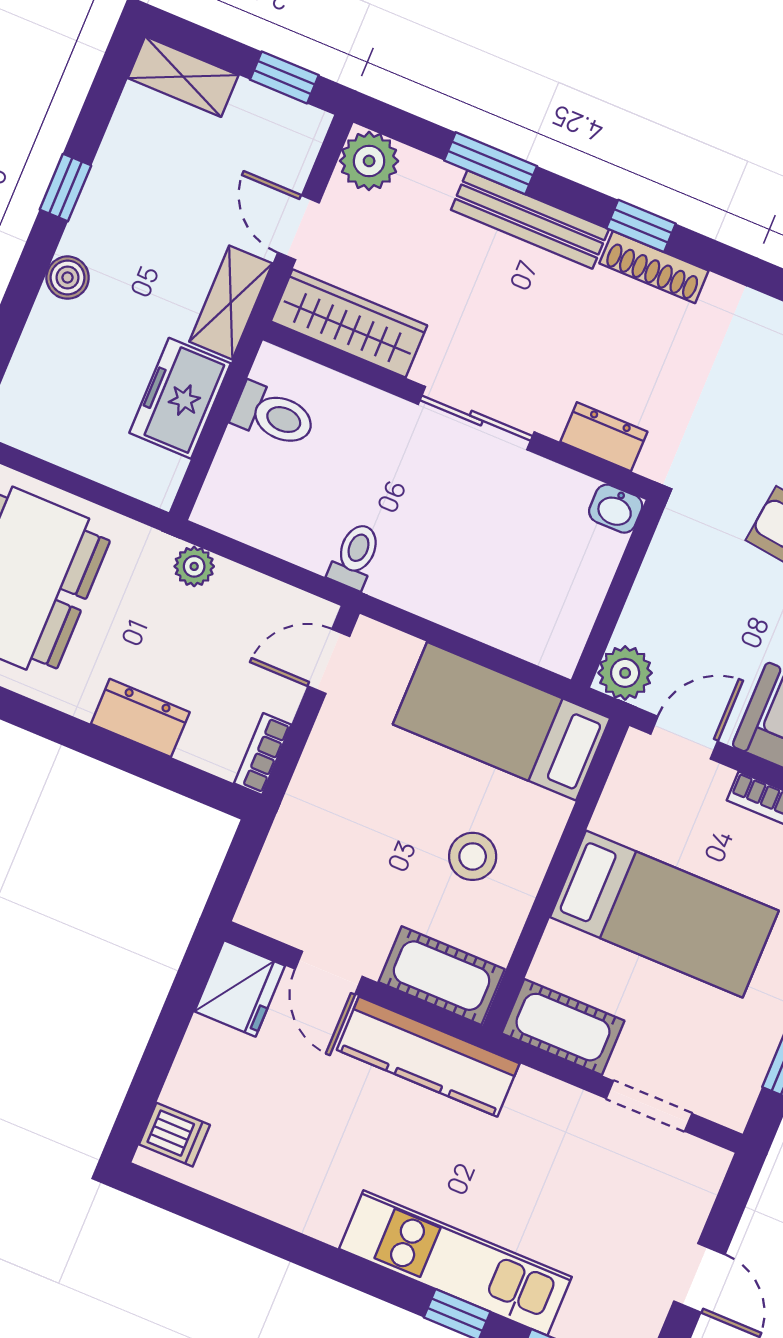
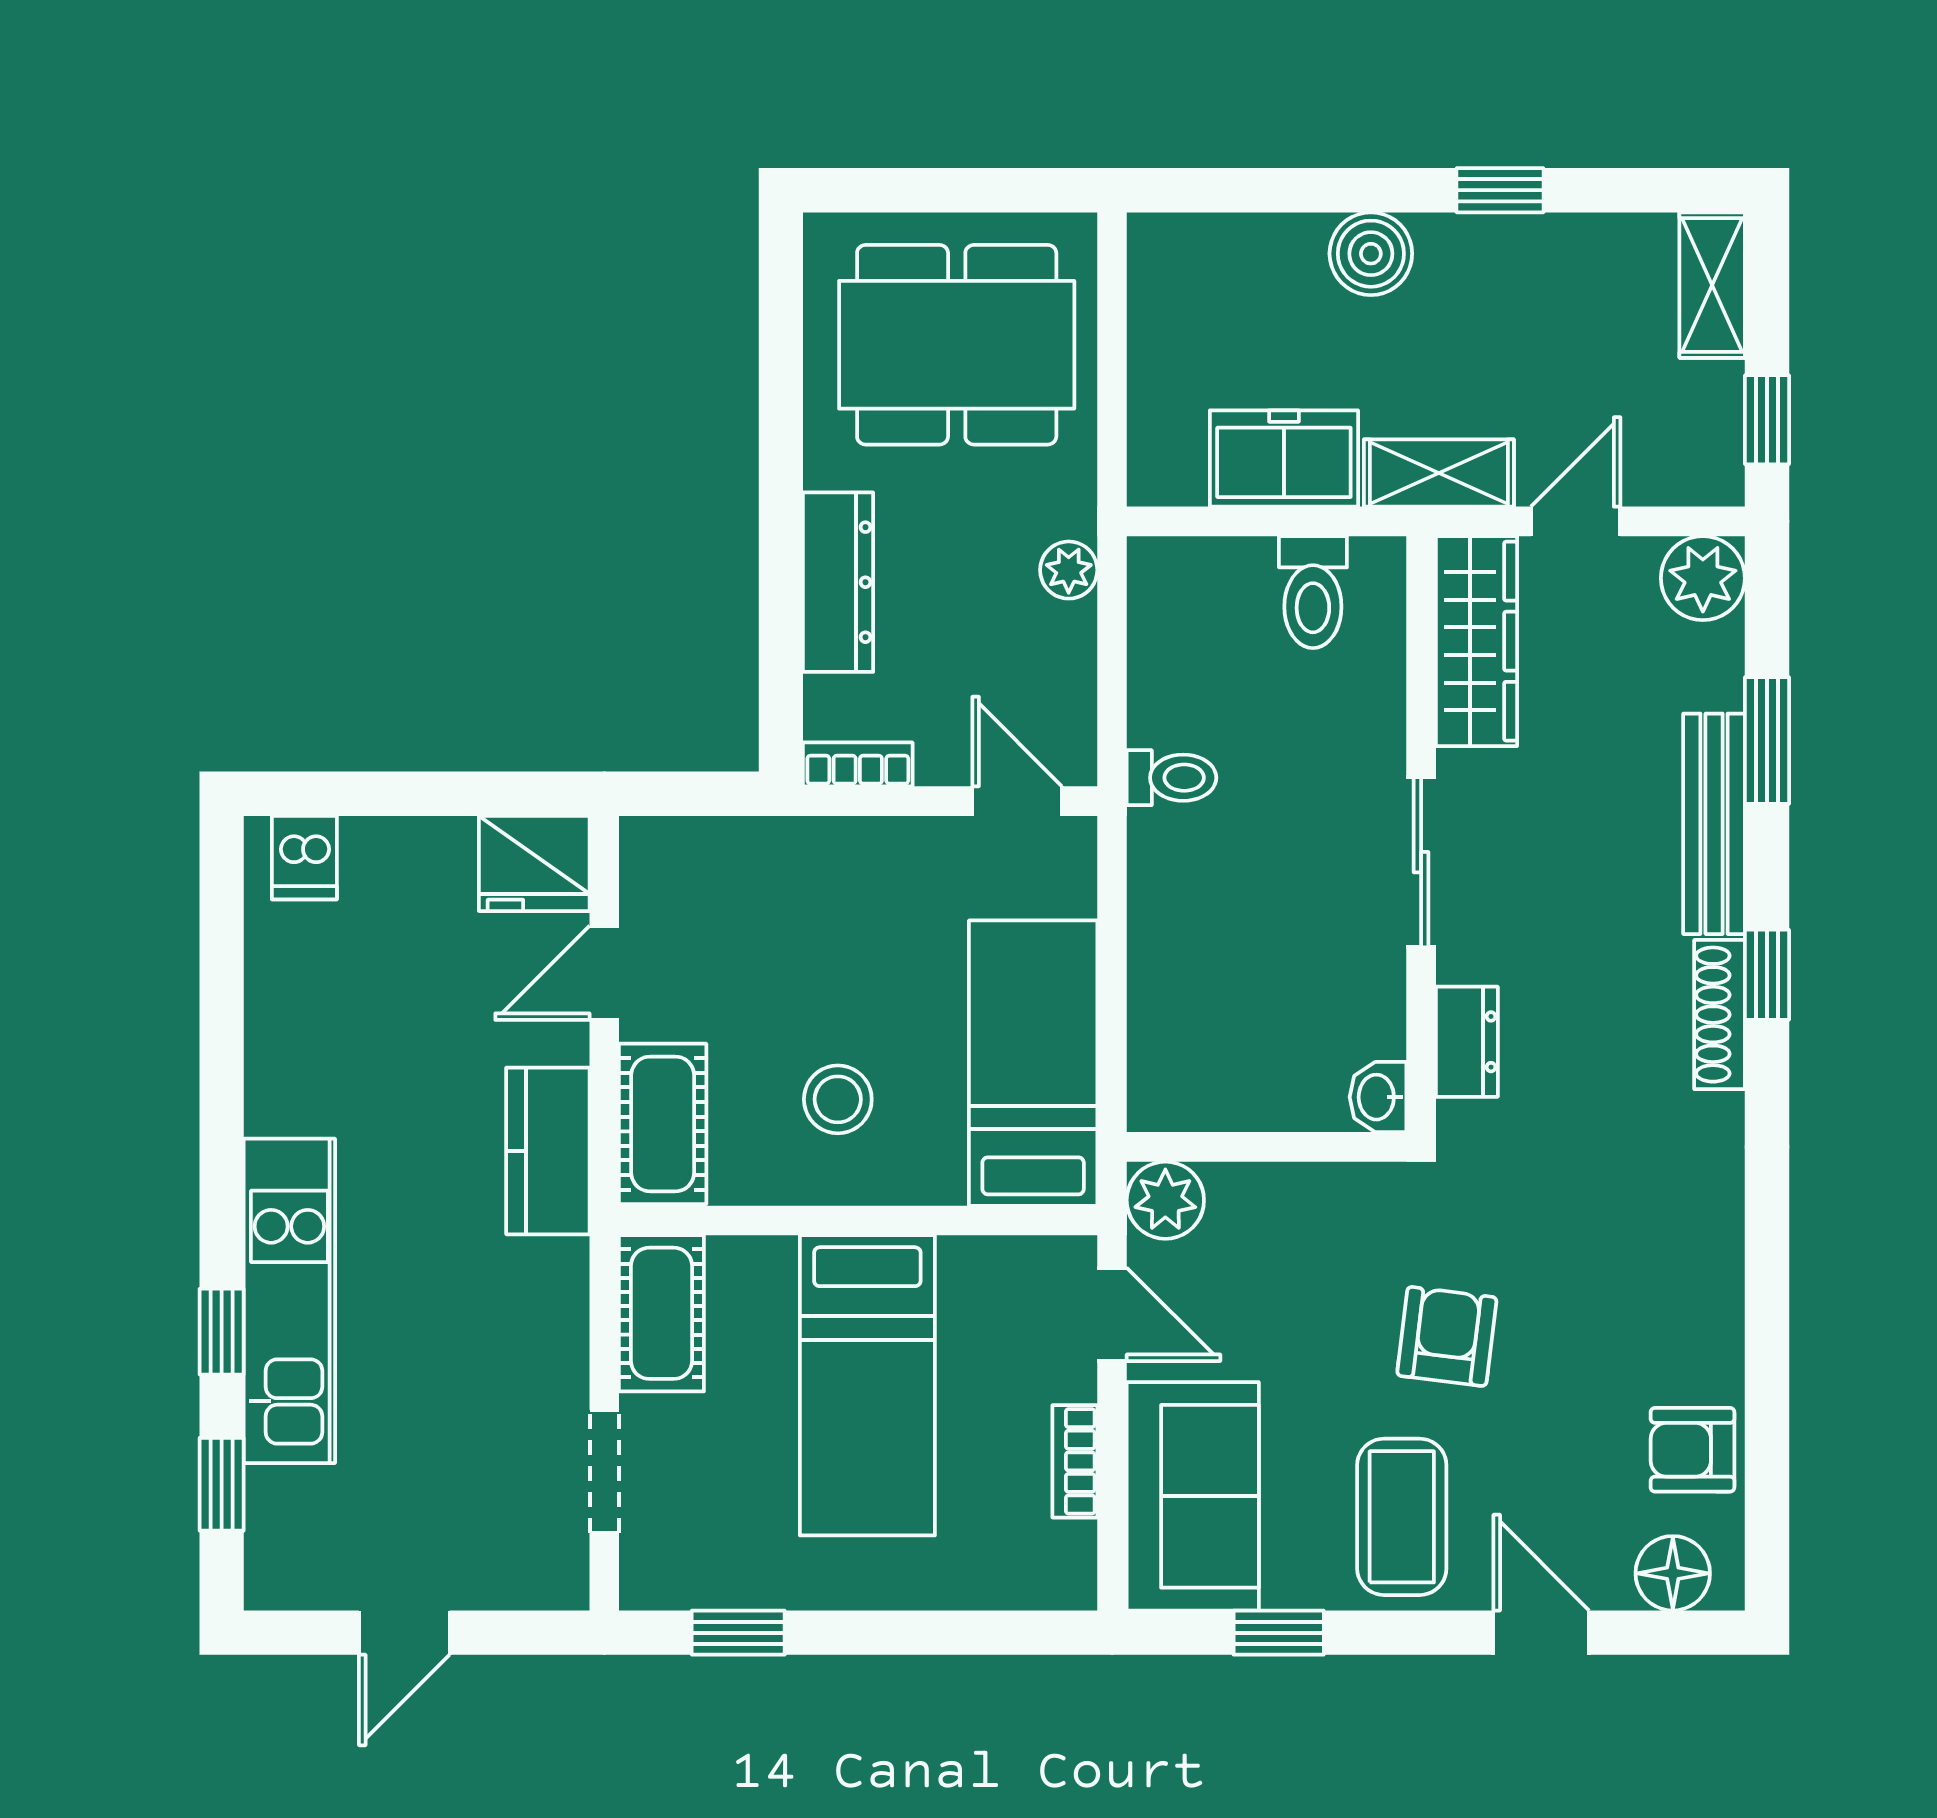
boiler: (68, 278) -> (1371, 254), width x1.36, depth x1.36
dresser: (140, 718) -> (838, 582), width x1.44
kitchen counter: (428, 1057) -> (548, 1151), width x0.67

